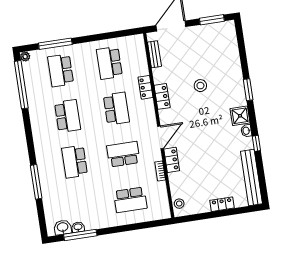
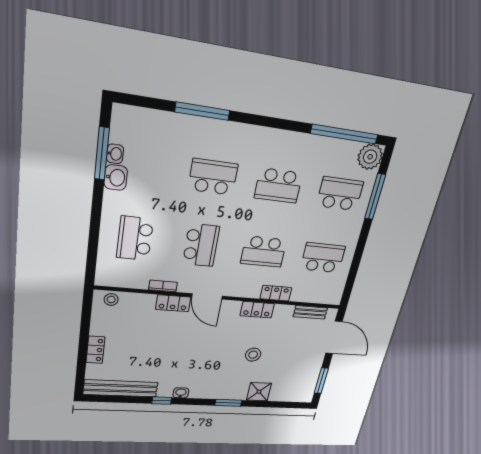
plant: (25, 56) -> (370, 157), width x1.87, depth x1.87
shower: (240, 116) -> (259, 392), moved
washbasin: (63, 227) -> (116, 178), moved

